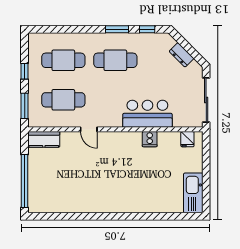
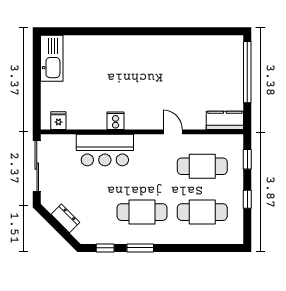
window: (25, 106) -> (247, 159), width x0.67
cooker: (150, 139) -> (116, 121), moved

